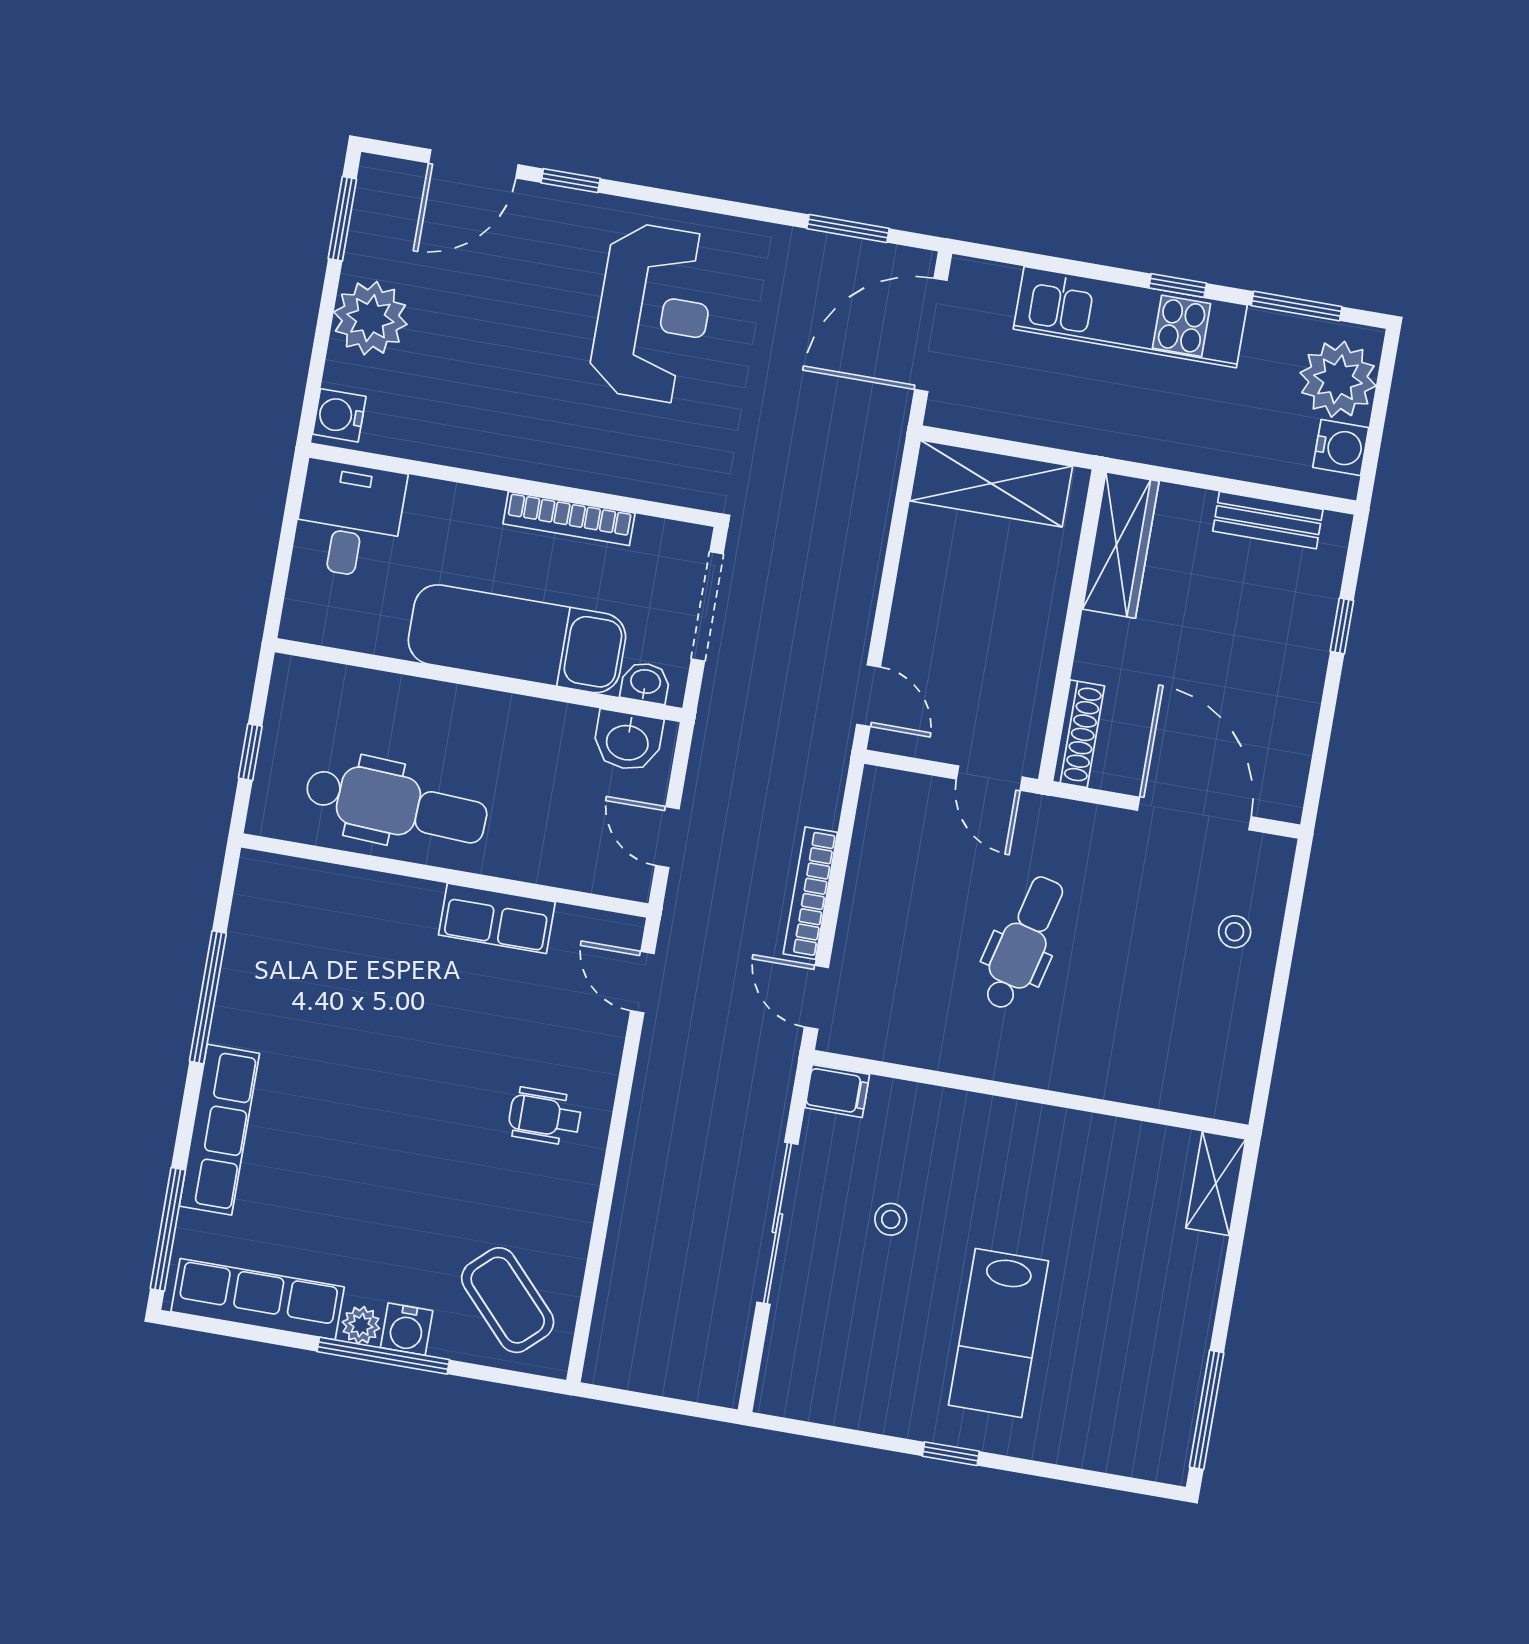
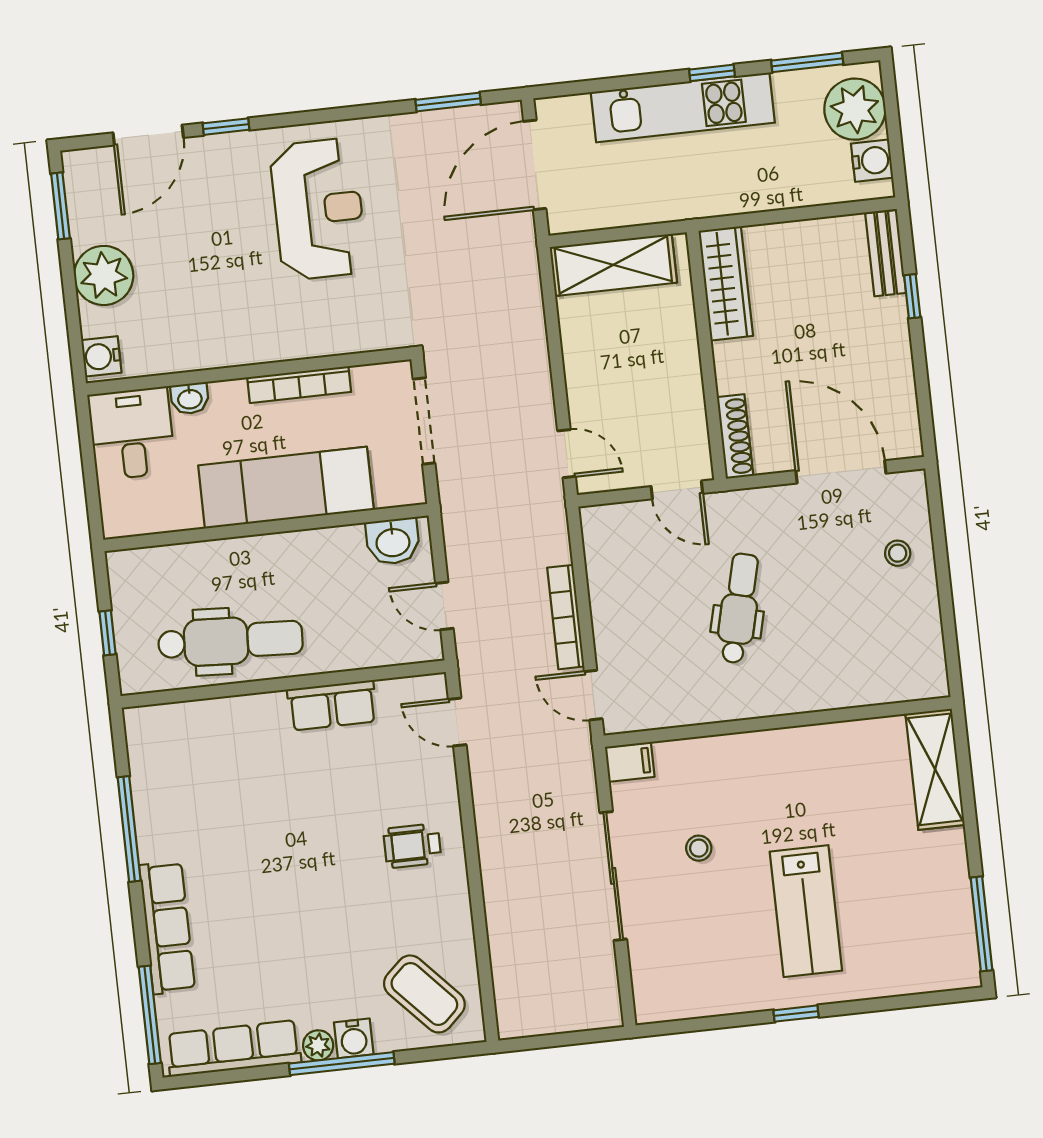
bench: (1268, 520) -> (886, 253), moved, turned 90
washbasin: (645, 683) -> (190, 398), moved, turned 180
shelving: (1216, 1184) -> (935, 769), width x1.50, depth x1.33

